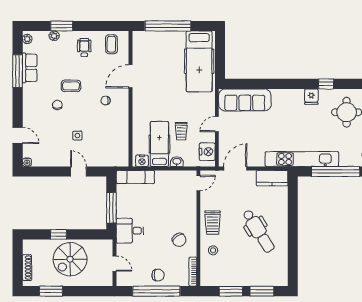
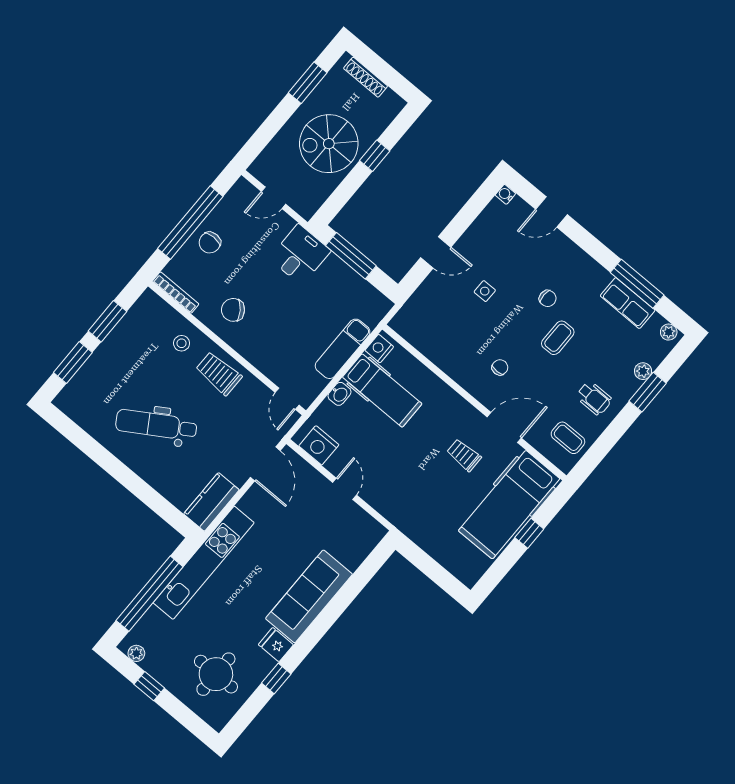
window: (168, 26) -> (529, 533), width x0.32
hospital bed: (199, 61) -> (509, 505), moved, turned -90
door: (131, 76) -> (504, 428), hinge flipped
sofa: (245, 100) -> (309, 596), moved
trolley: (181, 131) -> (464, 455), moved
exam couch: (135, 177) -> (343, 349), moved
spiral stairs: (70, 259) -> (329, 144), turned -90

